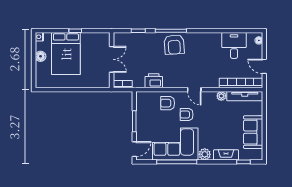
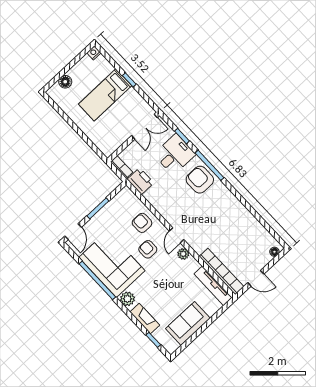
armchair: (174, 45) -> (200, 180), turned 94
desk: (234, 45) -> (175, 154), moved
bed: (66, 54) -> (105, 95), width x0.67
floor lamp: (41, 56) -> (65, 82), moved
double door: (112, 59) -> (144, 127), moved
door: (264, 66) -> (256, 278), swing flipped
printer: (154, 81) -> (140, 181), moved
plant: (221, 96) -> (183, 254), moved
door: (134, 149) -> (73, 232), hinge flipped

